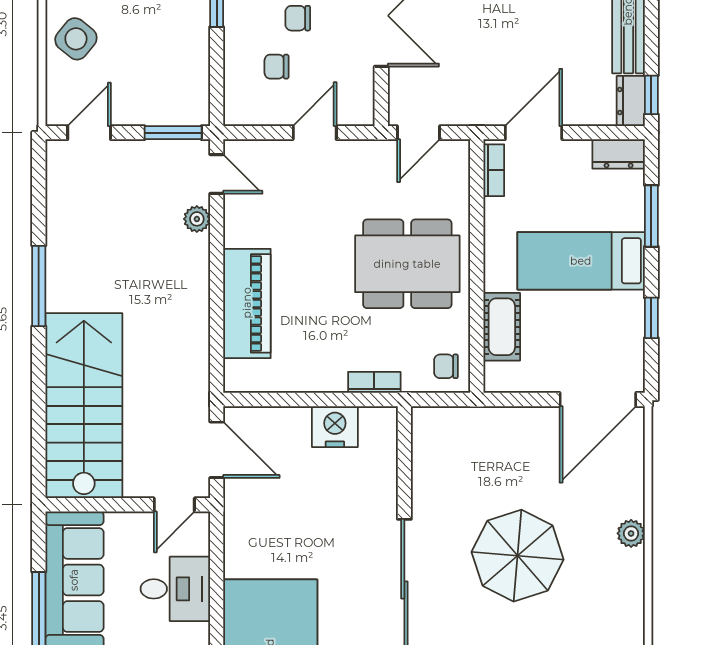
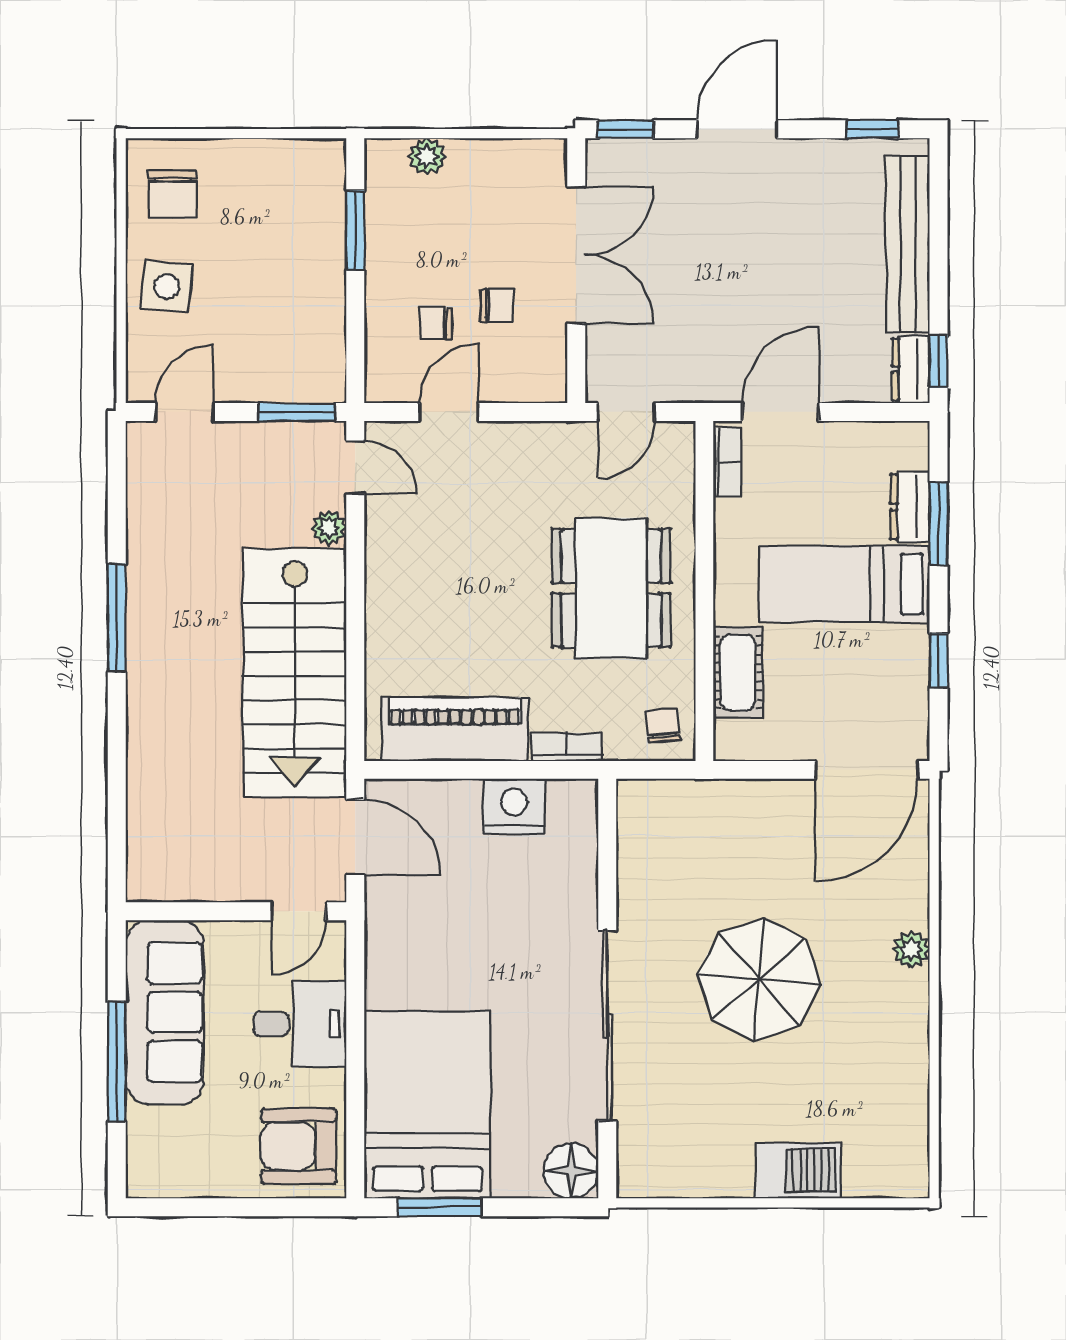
chair: (298, 18) -> (497, 306), moved, turned 180
side table: (76, 39) -> (167, 286), turned -34
door: (315, 133) -> (449, 412), moved
dresser: (619, 154) -> (910, 507), moved, turned 90
dining table: (407, 264) -> (611, 588), turned 90
piano: (247, 303) -> (455, 729), moved, turned -90
chair: (446, 366) -> (663, 725), turned 84
stairs: (84, 406) -> (295, 673), moved, turned 180

